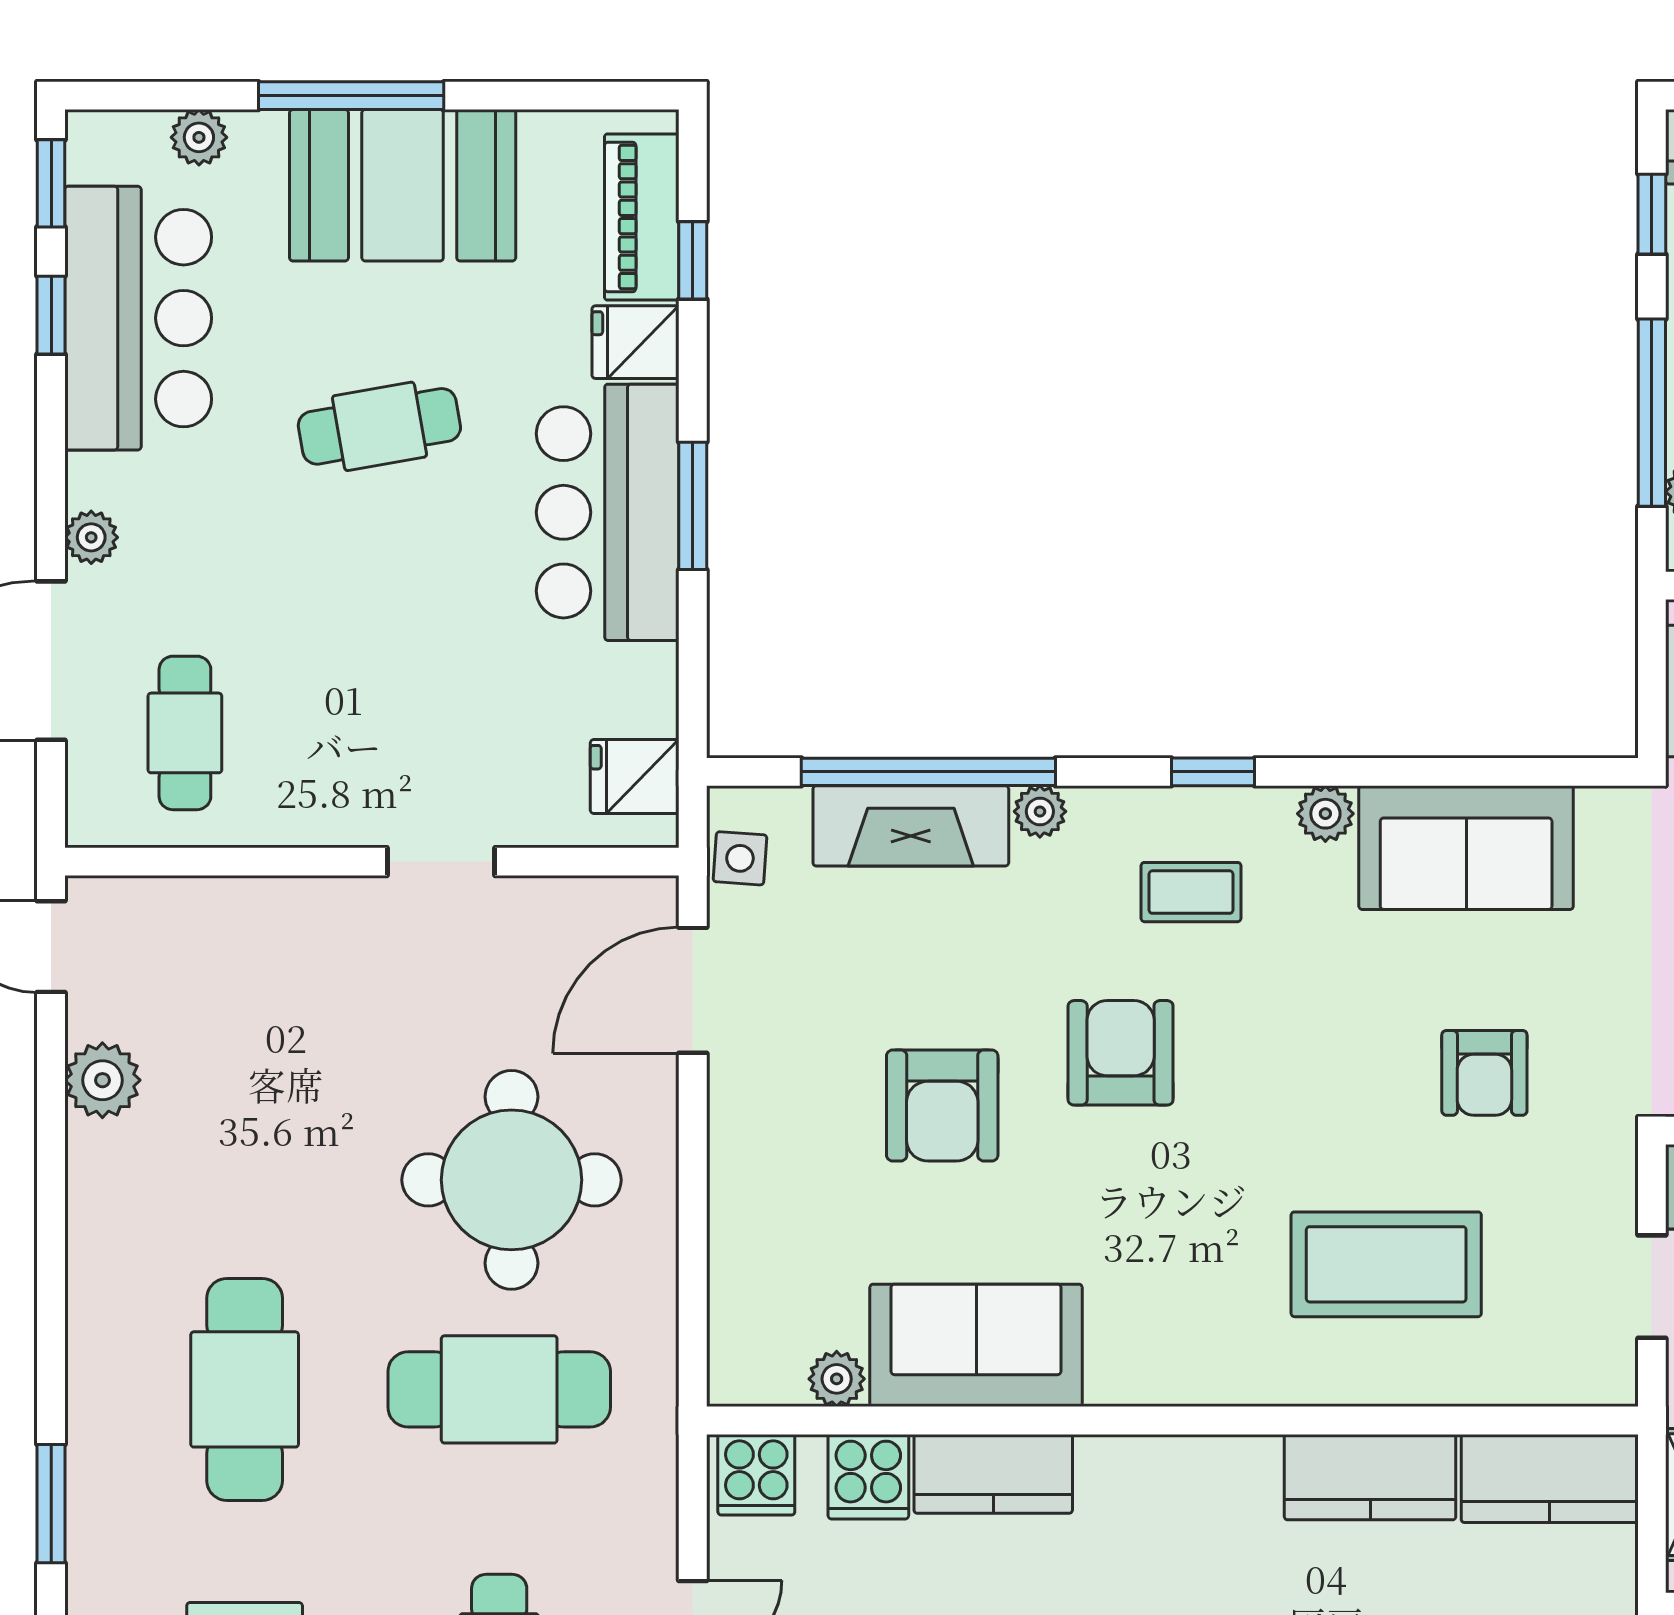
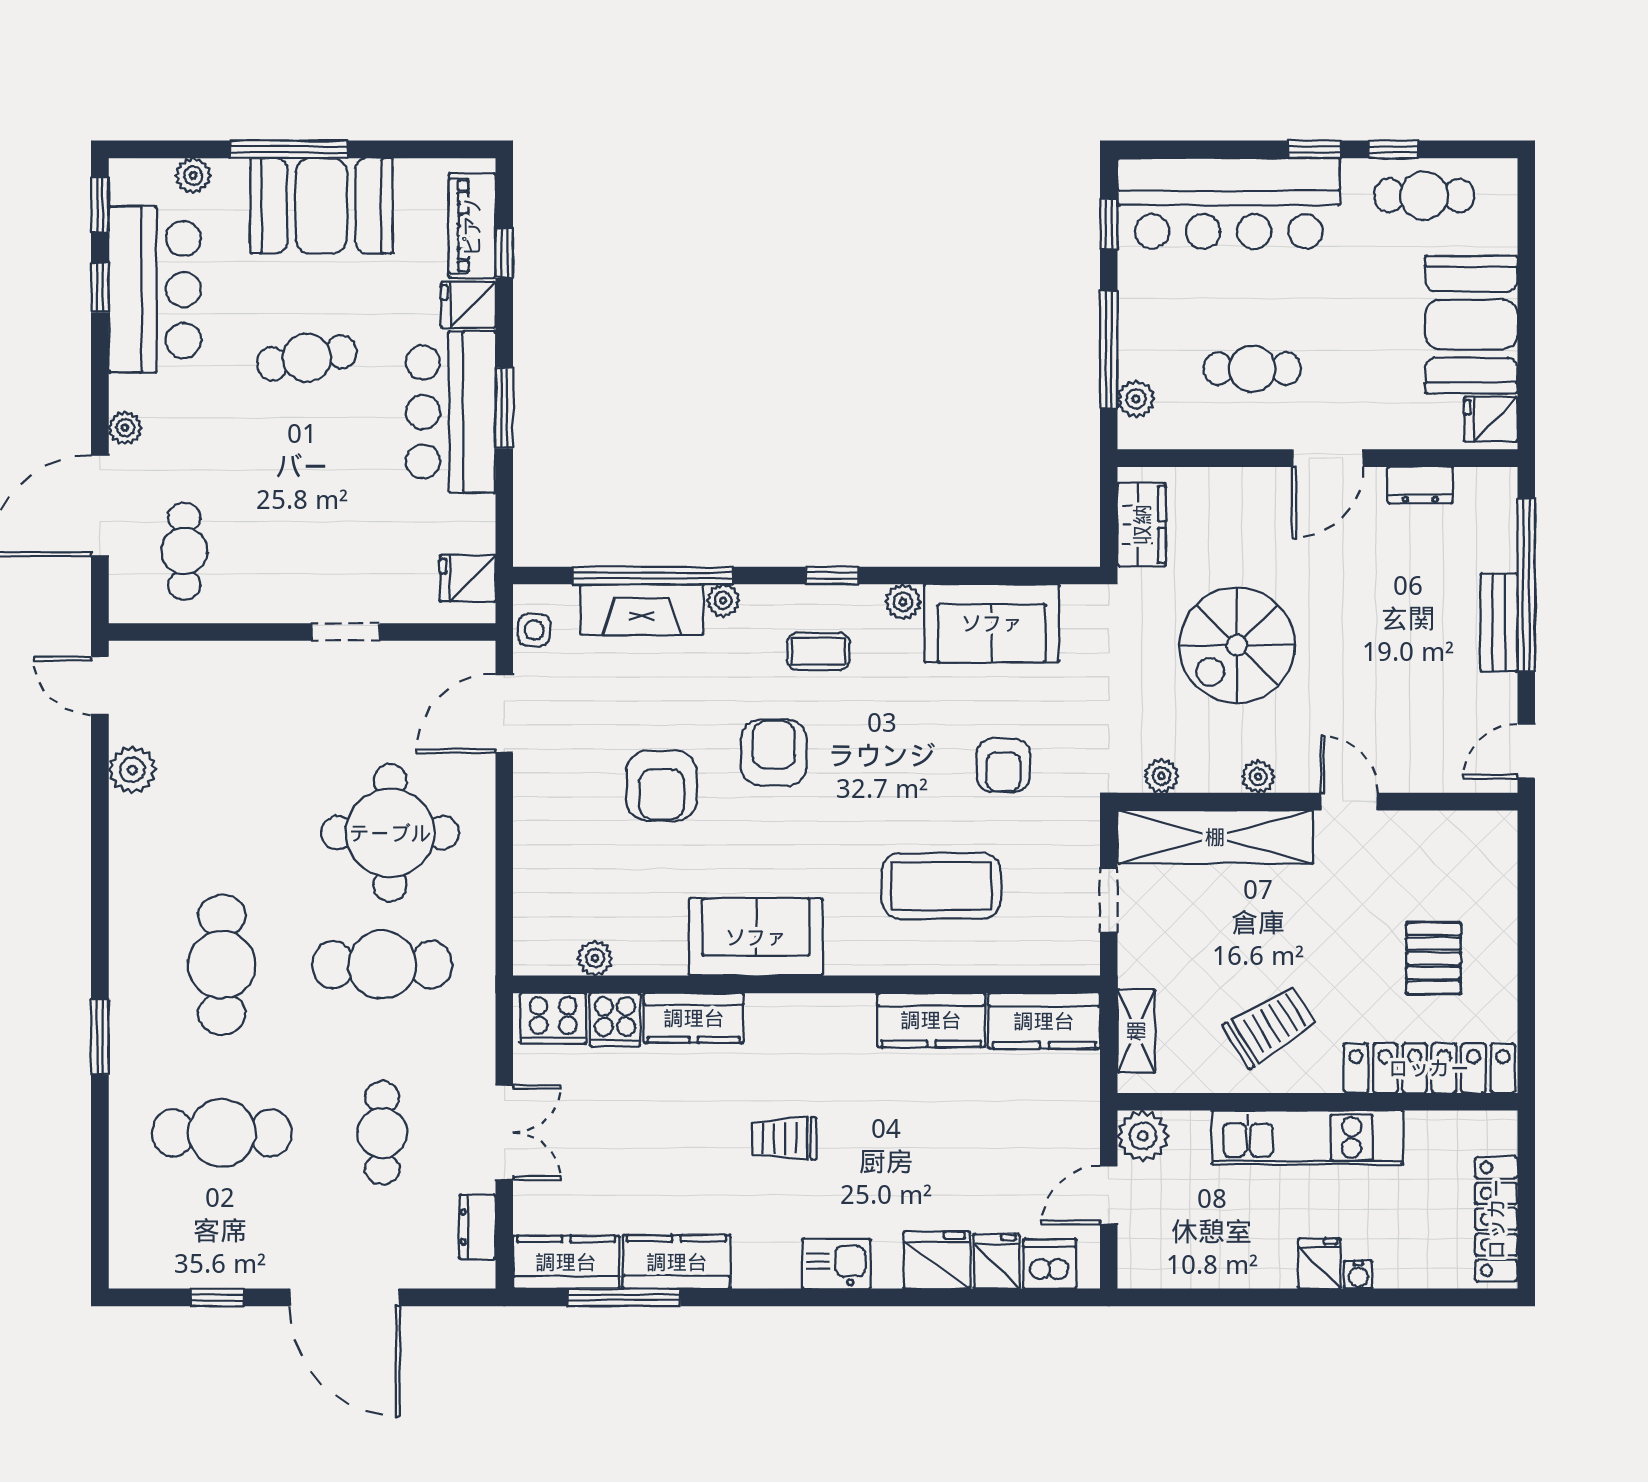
sofa: (976, 1345) -> (756, 937), moved
cooker: (756, 1475) -> (553, 1019), width x1.36

